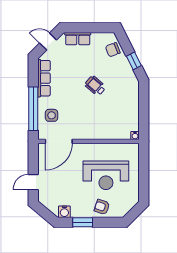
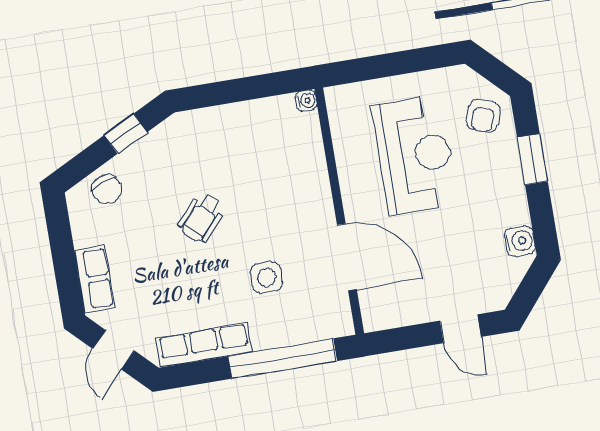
side table: (52, 115) -> (267, 277), moved
door: (59, 141) -> (347, 257), moved
armchair: (102, 207) -> (483, 116), moved
window: (83, 222) -> (532, 159), moved

